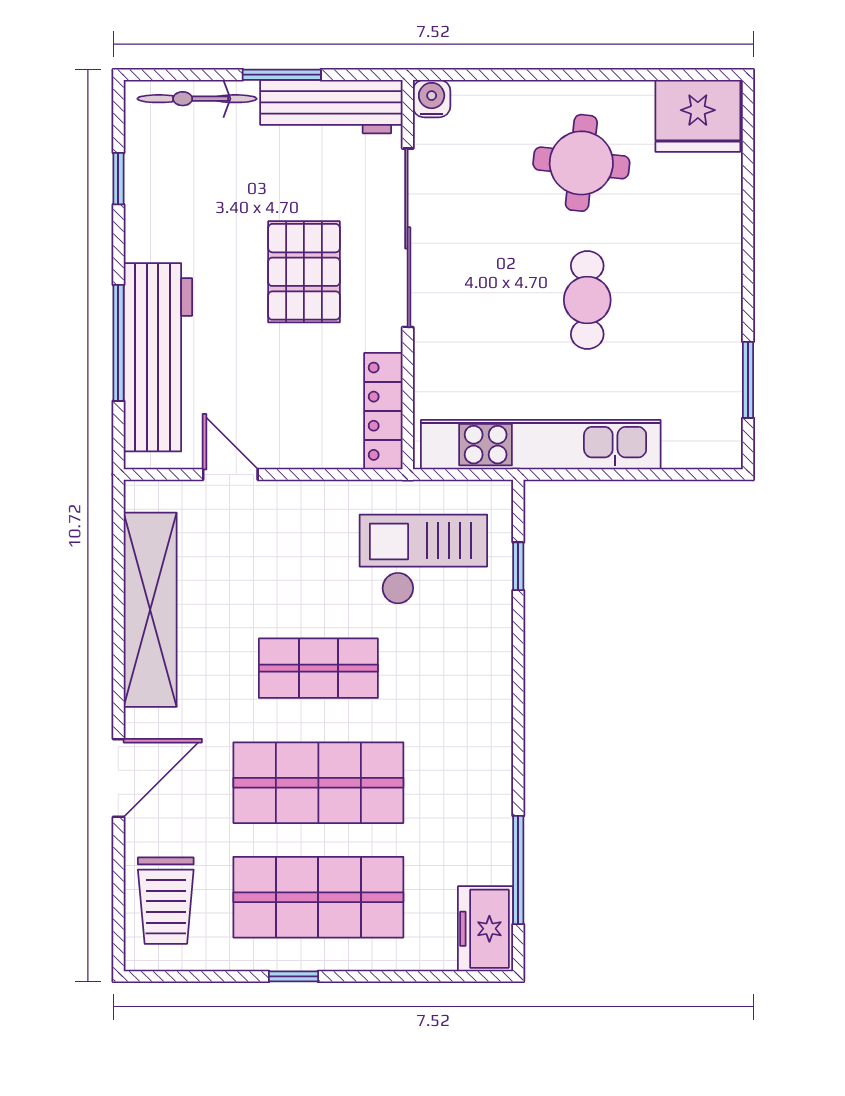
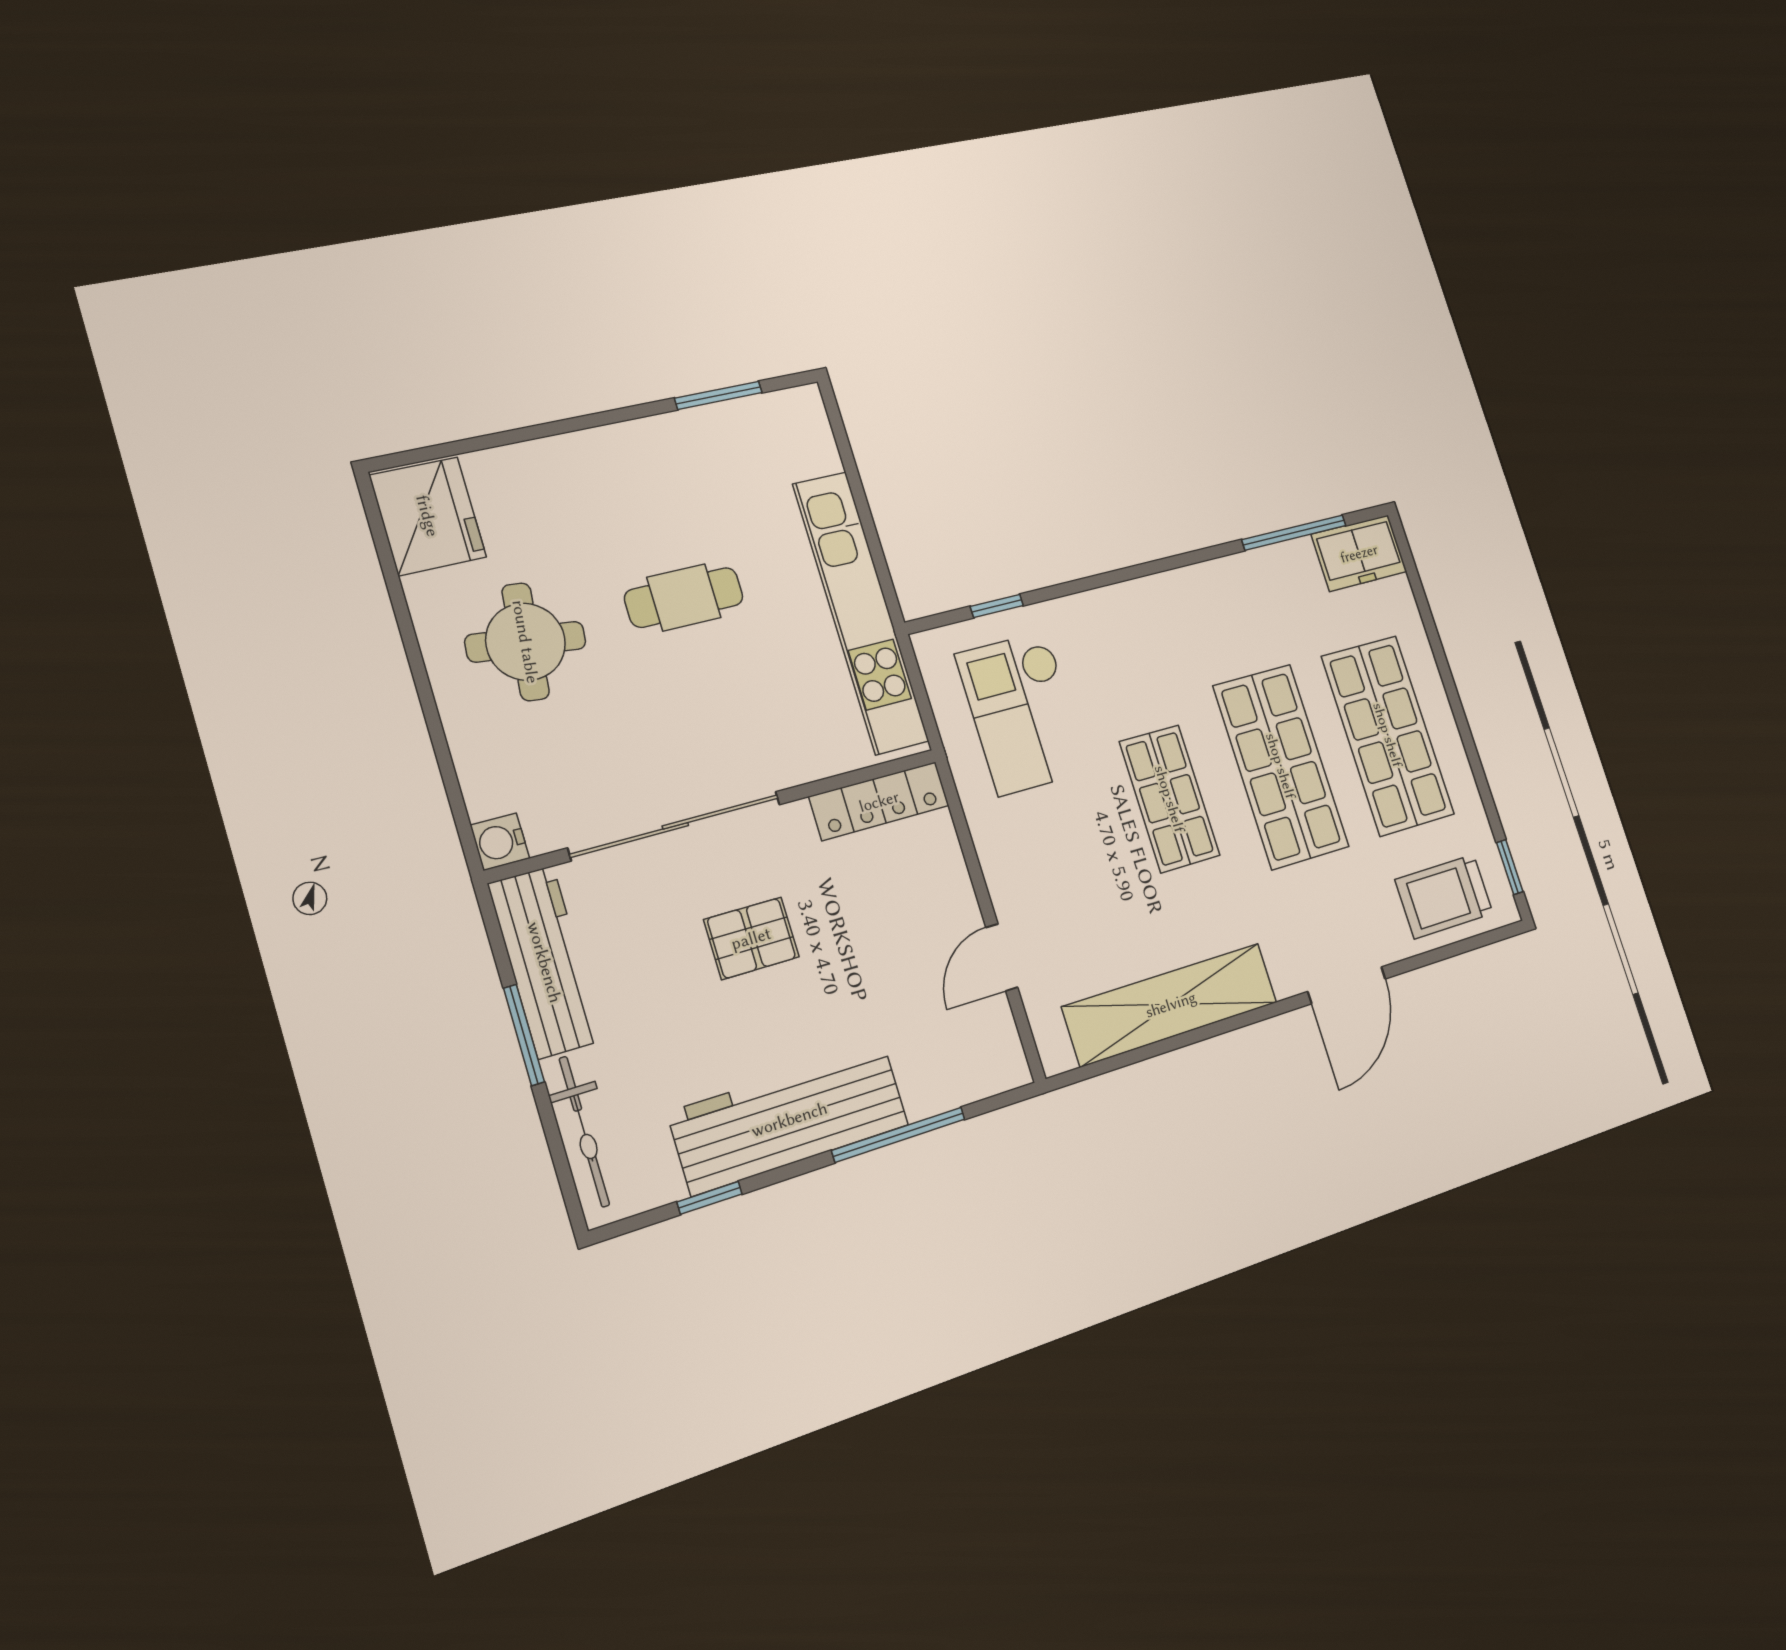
pallet: (304, 272) -> (751, 938), width x0.67, depth x0.71
workbench: (158, 357) -> (789, 1119), moved
door: (118, 778) -> (1347, 985), swing flipped
trolley: (166, 901) -> (1444, 896), turned 180
window: (294, 976) -> (1510, 867), moved

